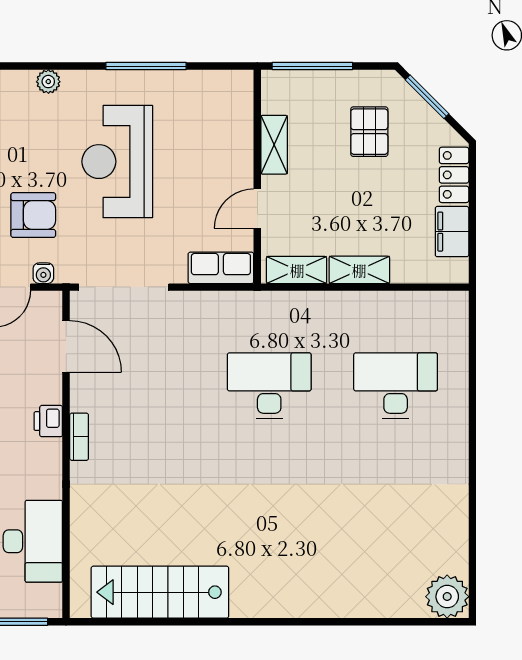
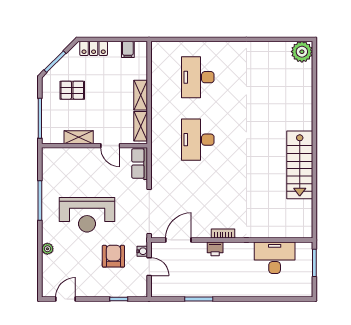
filing cabinet: (452, 232) -> (128, 49), width x0.50
stairs: (160, 592) -> (300, 165), moved

